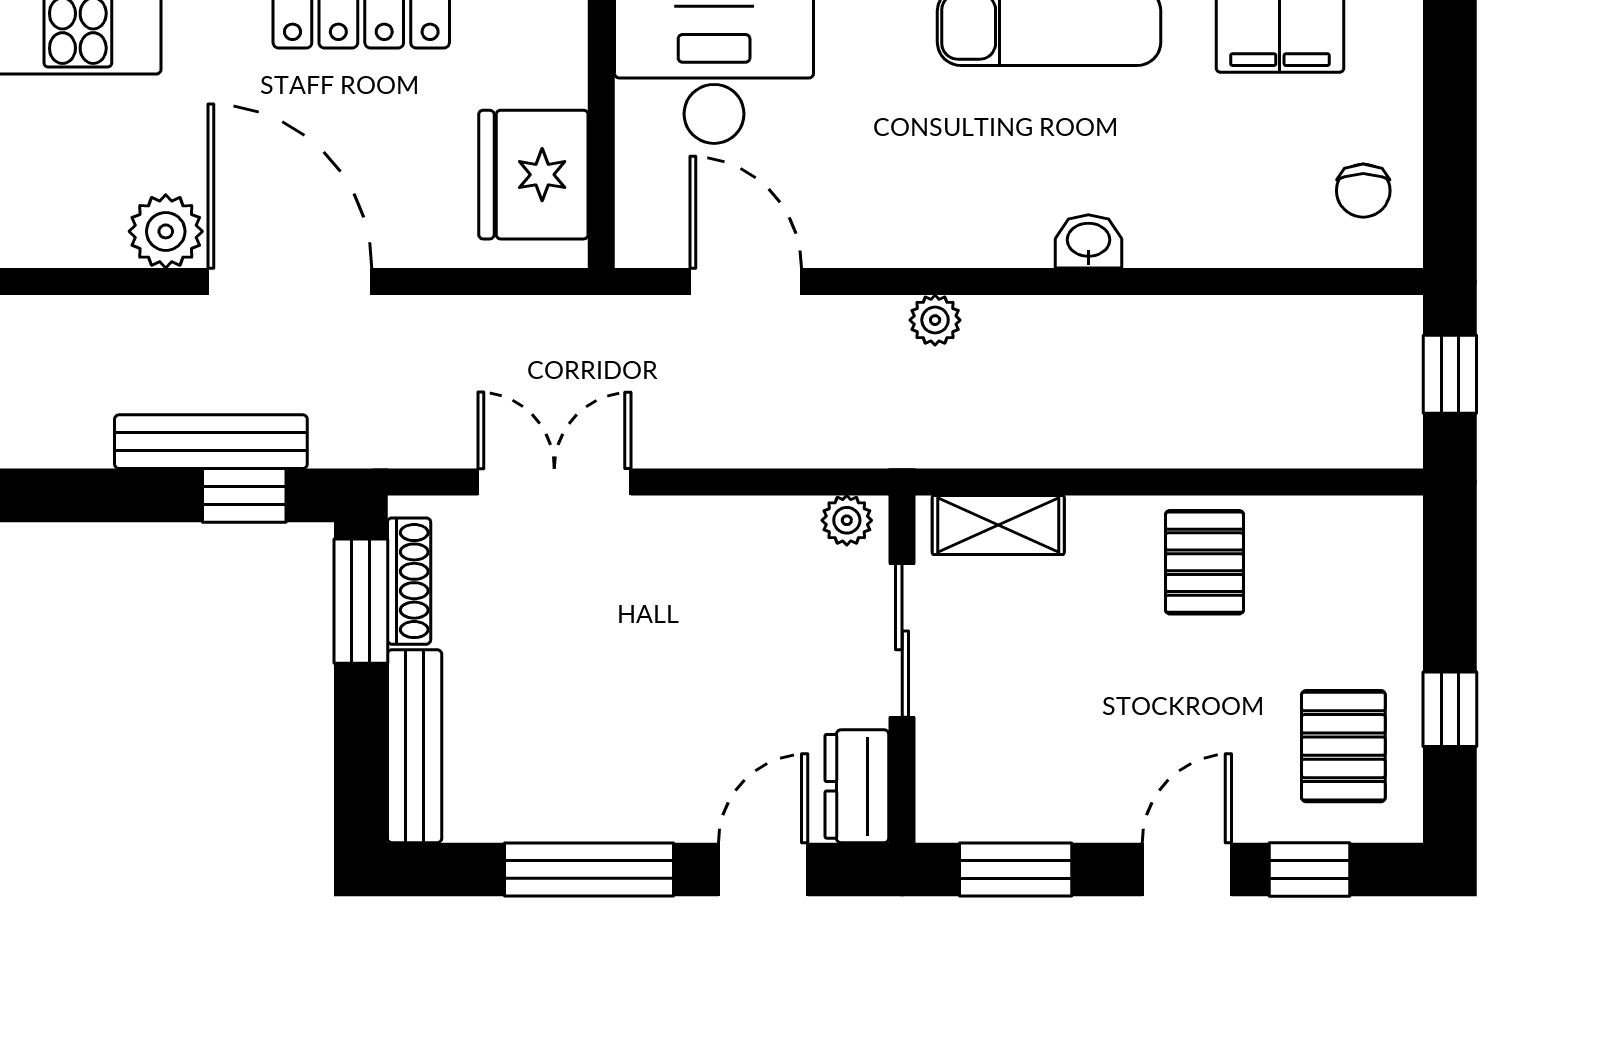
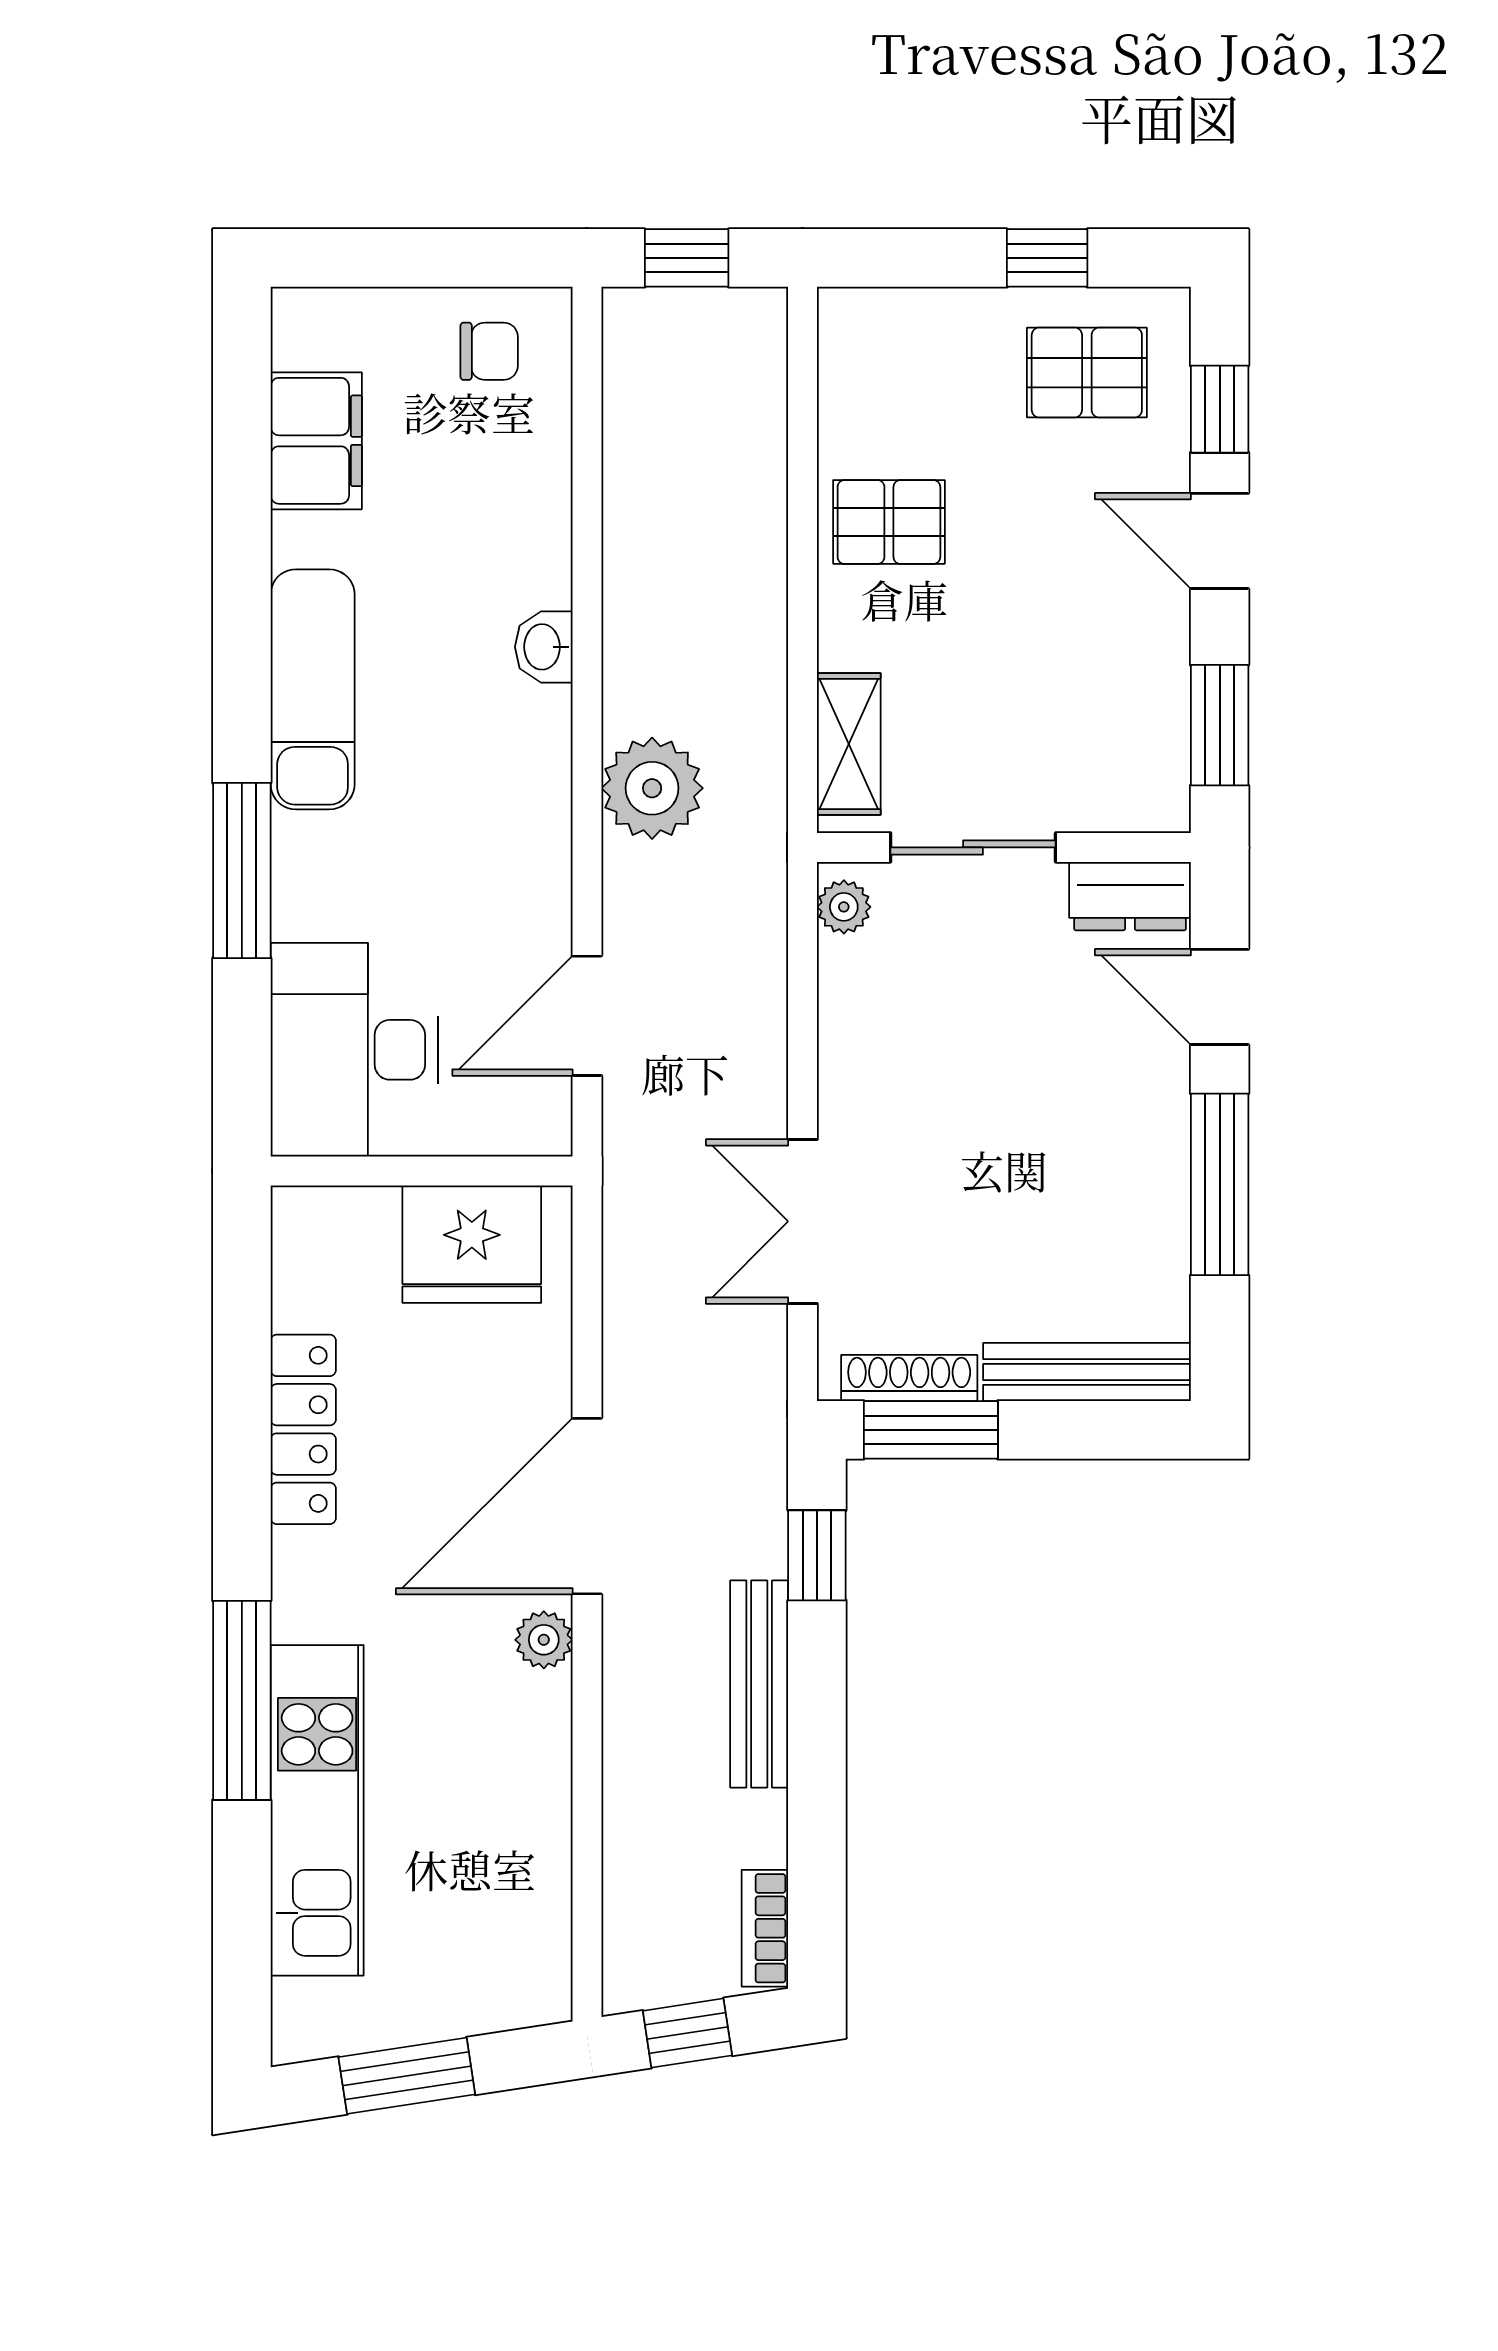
plant: (166, 231) -> (544, 1640), width x0.73, depth x0.73
plant: (935, 320) -> (652, 788), width x1.87, depth x1.87
bench: (211, 442) -> (759, 1684), moved

